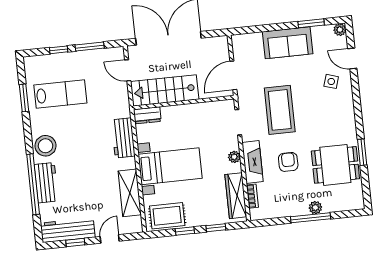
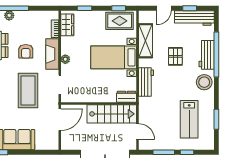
lab bench: (60, 94) -> (189, 119), turned -90
pallet: (88, 176) -> (175, 56), added
wardrobe: (236, 196) -> (67, 25), width x0.67
window: (185, 231) -> (119, 8), moved

